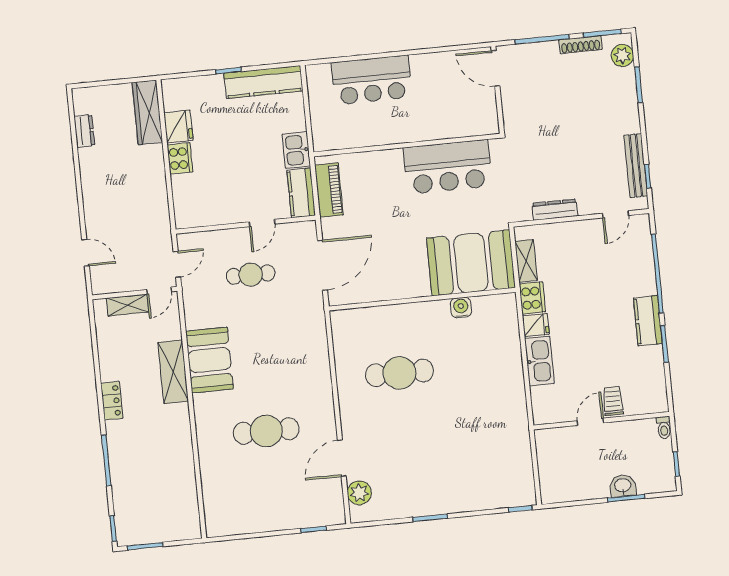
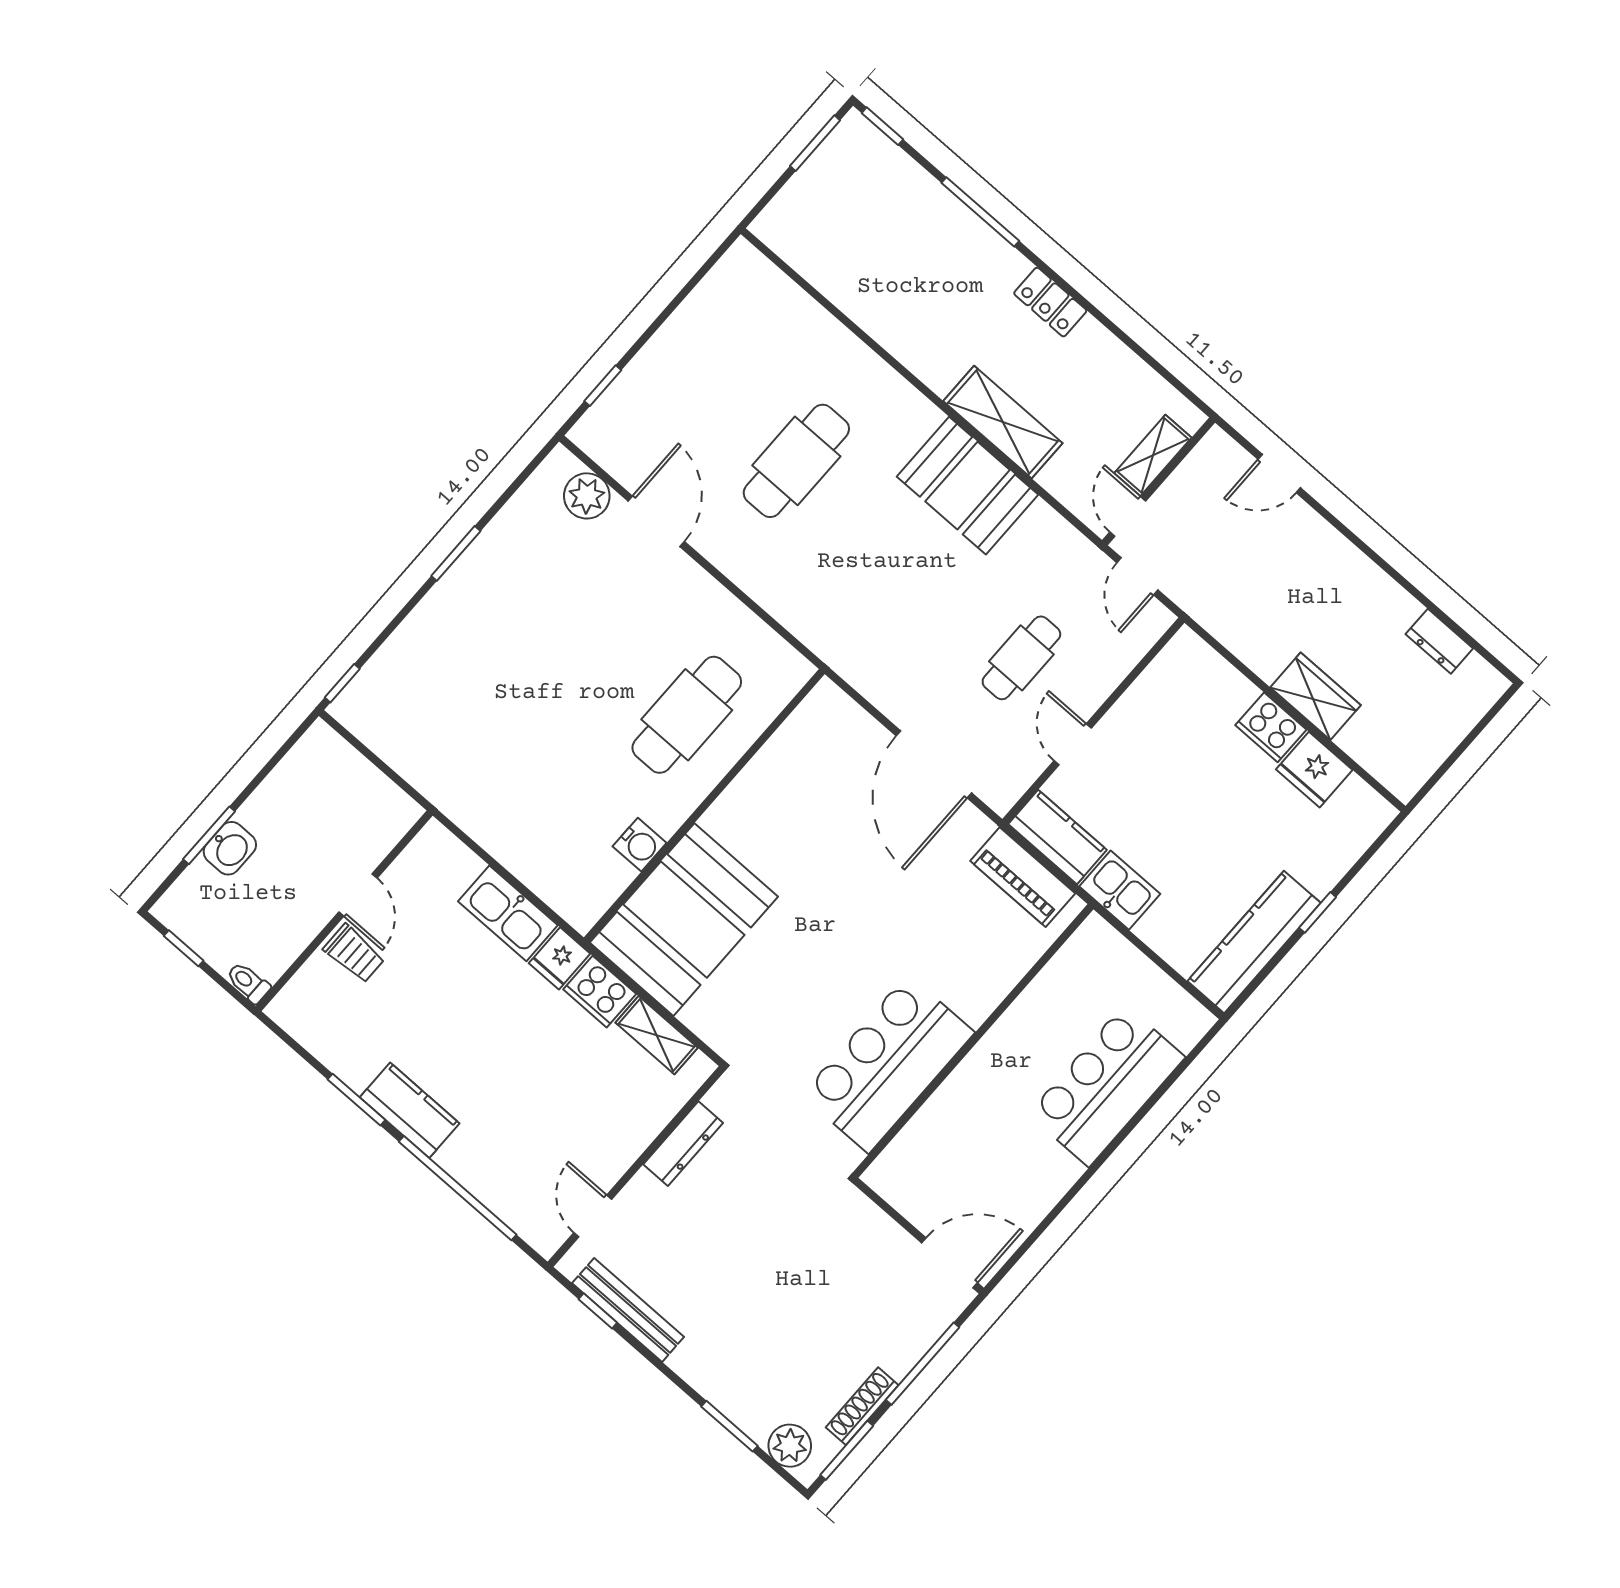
wardrobe: (147, 112) -> (1315, 696), moved, width x0.67
booth: (471, 263) -> (684, 920), moved
wall: (422, 299) -> (704, 806), moved
water cooler: (461, 308) -> (640, 845), moved

